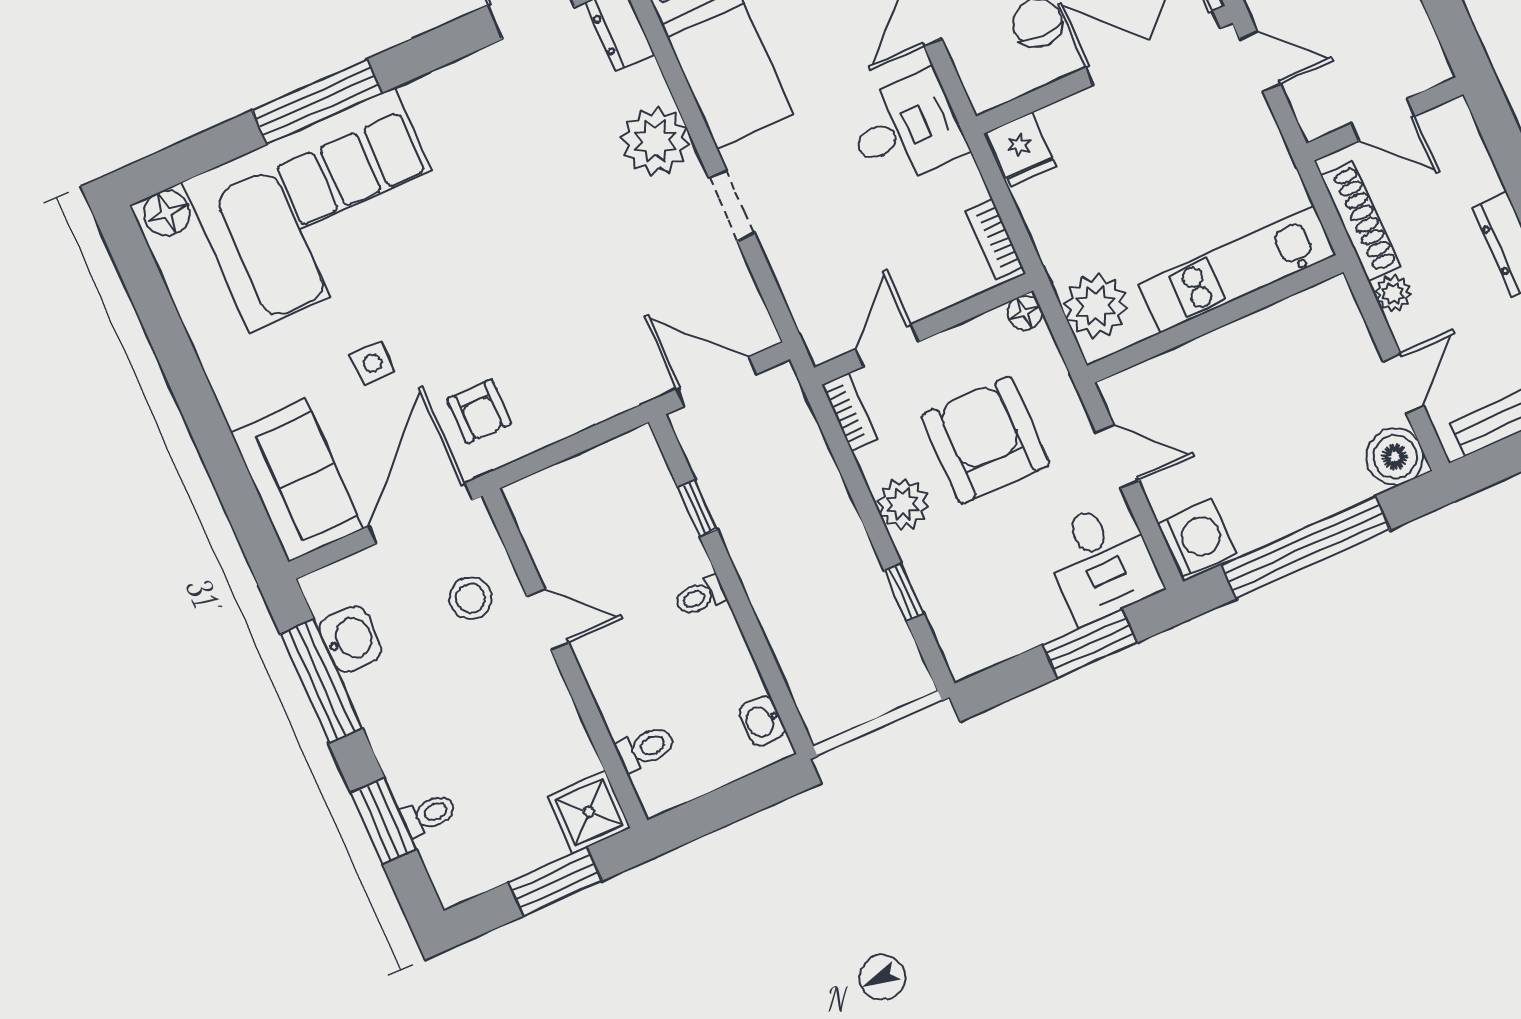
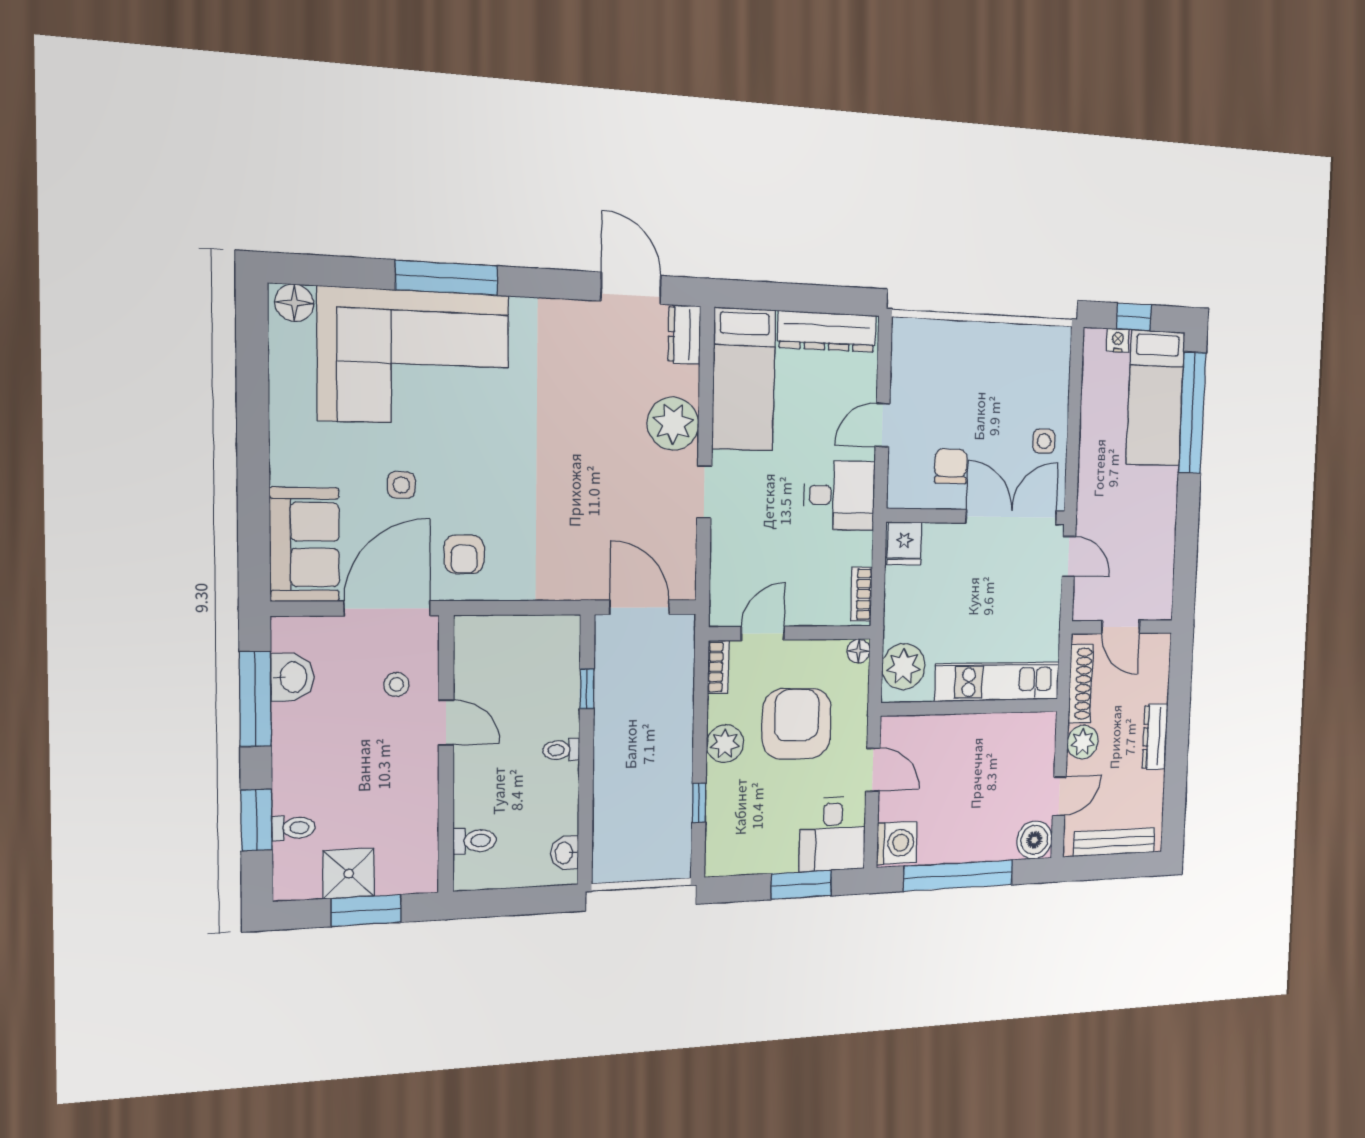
plant: (1393, 293) -> (1083, 742), width x1.38, depth x1.38
stool: (471, 598) -> (396, 684), width x0.73, depth x0.73
shower: (589, 812) -> (349, 874), moved

